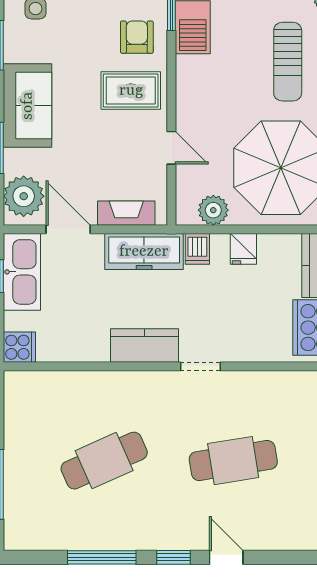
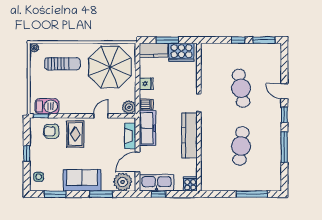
plant: (213, 210) -> (129, 107), moved
kitchen counter: (145, 345) -> (189, 135), width x1.50
cafe table: (104, 461) -> (241, 146), turned 30
door: (226, 557) -> (284, 91), hinge flipped

